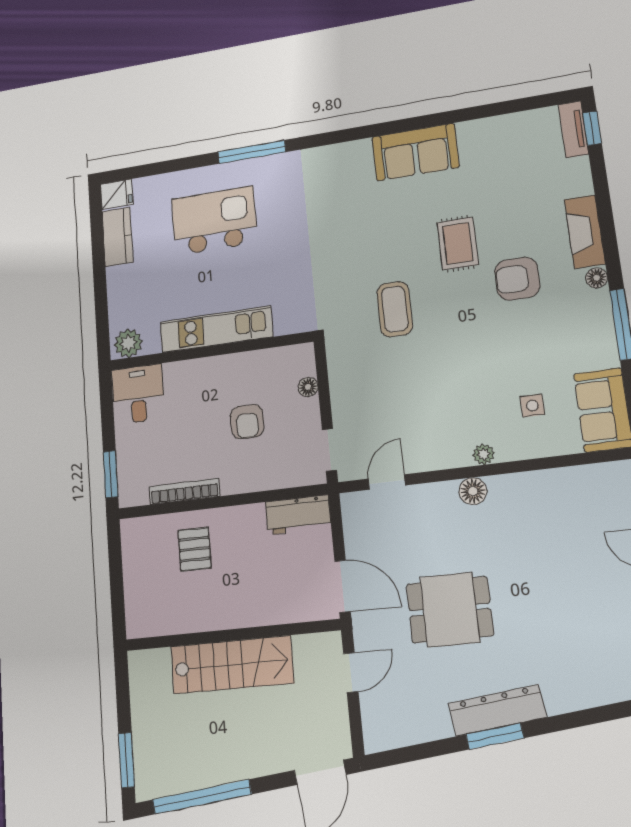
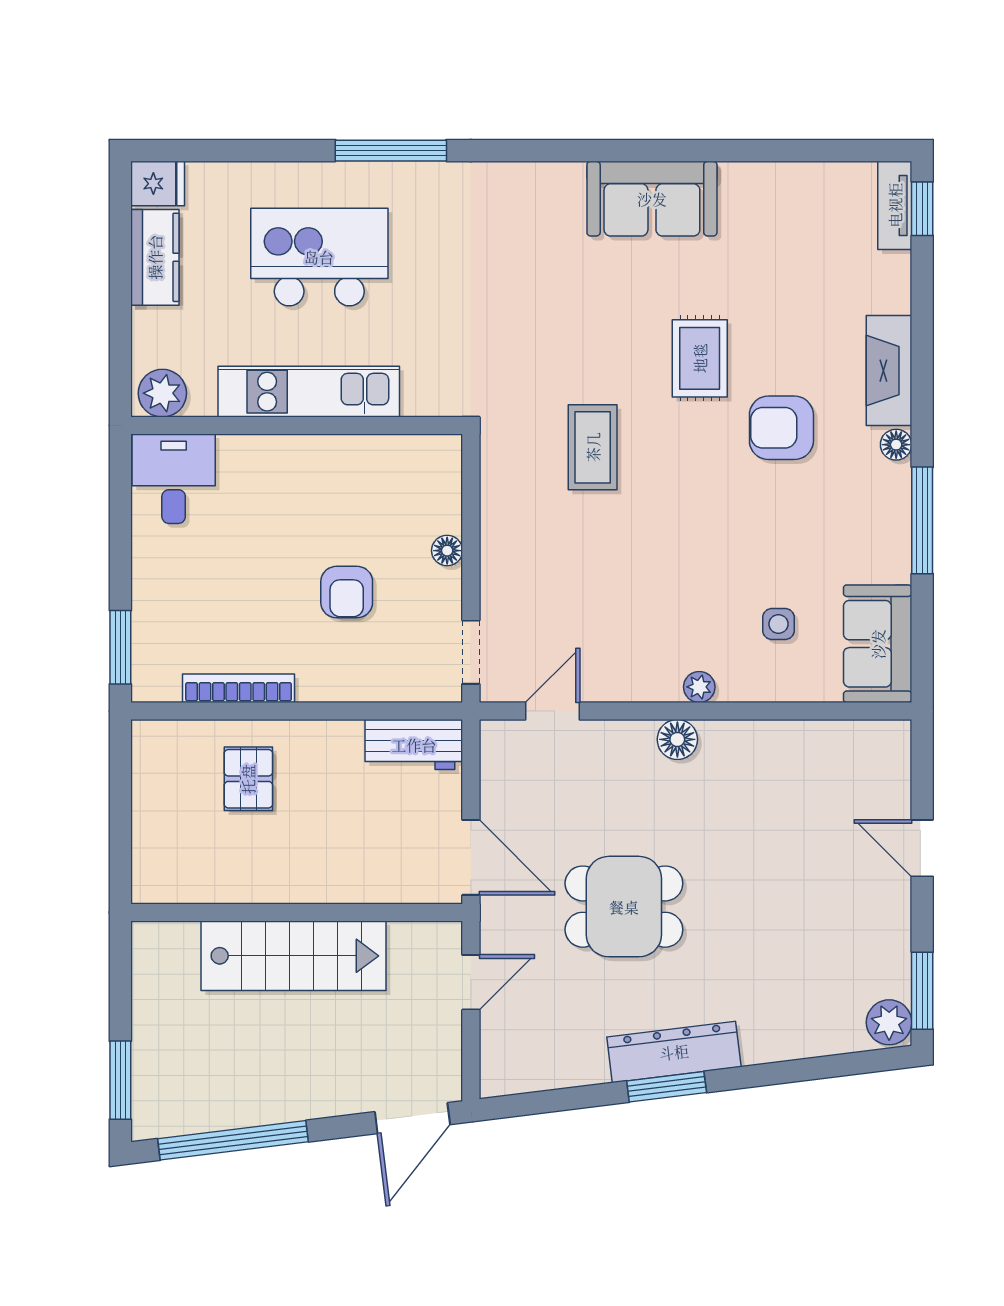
kitchen unit: (216, 329) -> (309, 392), moved
plant: (128, 343) -> (162, 393), moved
wall: (210, 351) -> (297, 426), moved
desk: (138, 394) -> (174, 479), moved

